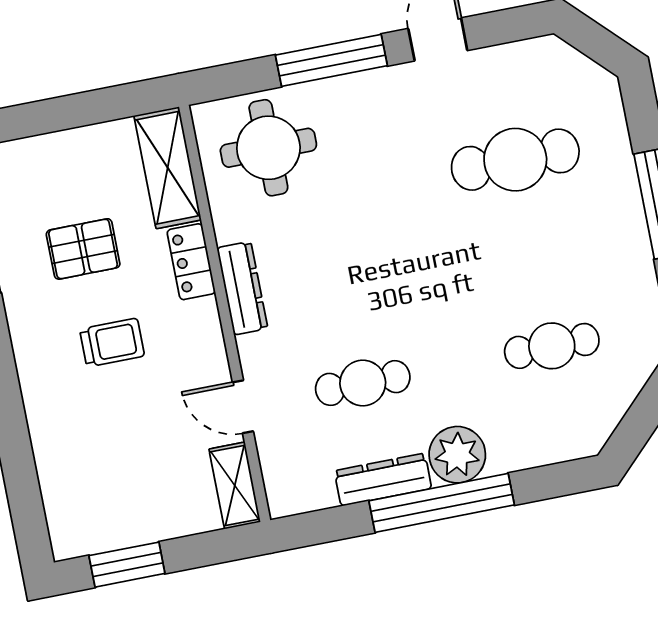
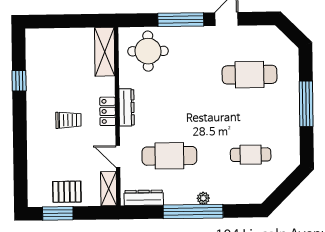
pallet: (83, 249) -> (67, 192), moved
locker: (191, 262) -> (108, 111), moved
cafe table: (363, 383) -> (169, 156), width x1.37, depth x1.35
plant: (457, 455) -> (203, 198), width x0.53, depth x0.53
dresser: (383, 480) -> (144, 198), moved

